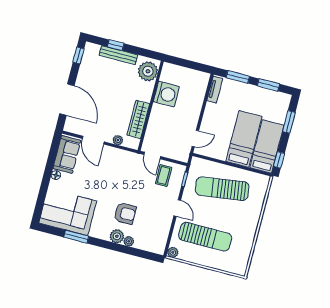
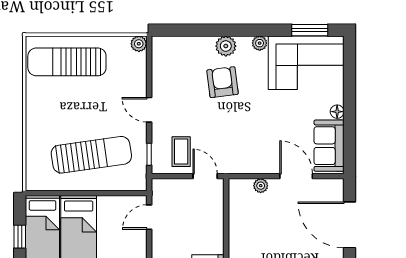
wardrobe: (138, 119) -> (239, 223), removed
window: (279, 160) -> (20, 237), moved
armchair: (125, 213) -> (223, 82), turned 83
window: (76, 237) -> (310, 30), moved
sun lounger: (205, 237) -> (67, 62), moved
plant: (129, 241) -> (260, 43), moved

